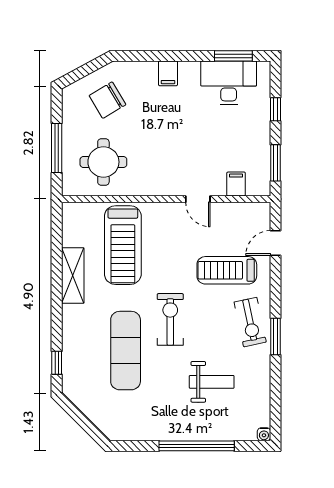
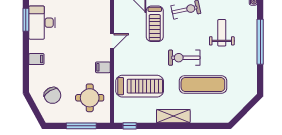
filing cabinet: (236, 184) -> (103, 67), moved
shelving: (73, 276) -> (173, 116), moved
window: (57, 363) -> (130, 126), moved

